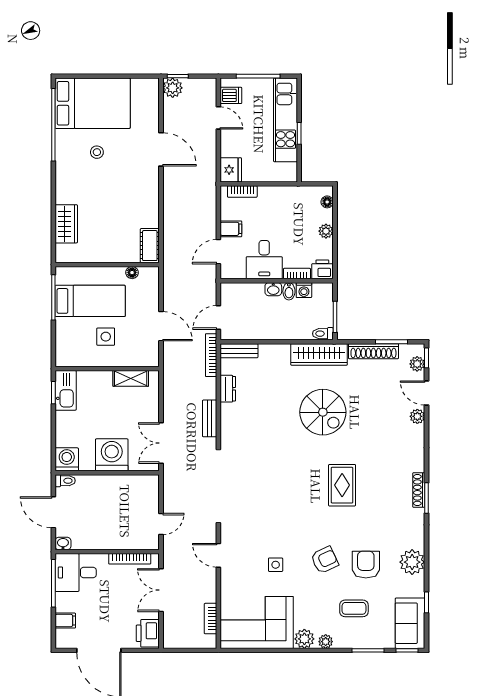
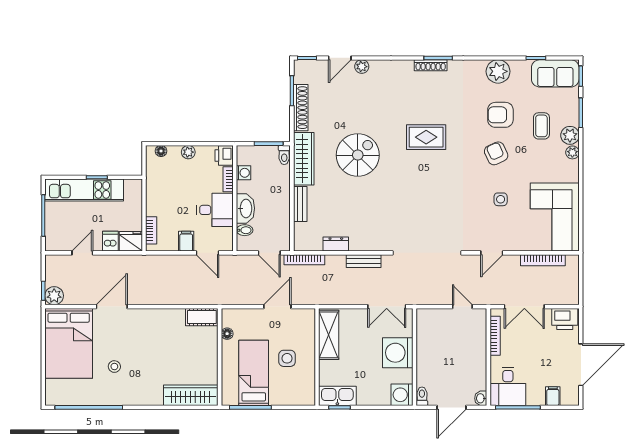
dishwasher: (231, 95) -> (110, 241), moved
bed: (93, 103) -> (69, 343), moved, turned 180
wardrobe: (66, 224) -> (190, 395), width x1.50
washbasin: (273, 289) -> (245, 208), width x1.91, depth x1.45
bidet: (289, 291) -> (245, 230), moved
bench: (239, 351) -> (300, 204), moved
plant: (417, 364) -> (313, 67), removed
shelving: (131, 378) -> (329, 335), width x1.50, depth x1.33
bookcase: (210, 619) -> (543, 260), width x1.56
plant: (304, 639) -> (570, 135), moved

